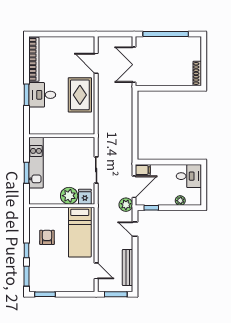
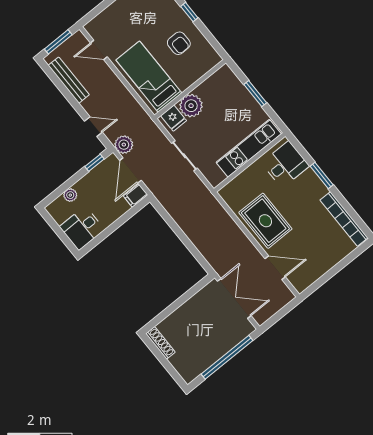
desk: (42, 95) -> (285, 164), moved
kitchen unit: (36, 163) -> (249, 148), moved, turned 90

